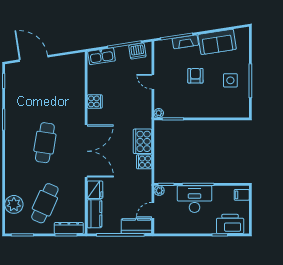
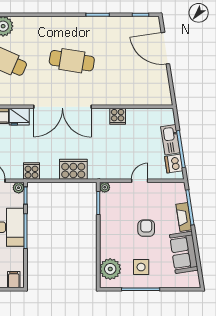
kitchen sink: (102, 56) -> (170, 140), moved
door: (34, 58) -> (165, 48), swing flipped
armchair: (195, 76) -> (146, 228), turned -90
plant: (232, 108) -> (110, 269), added
cooker: (144, 162) -> (31, 171), moved

